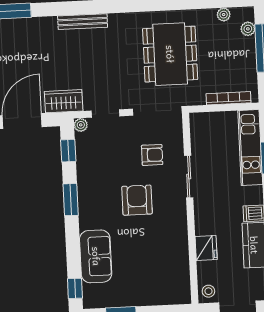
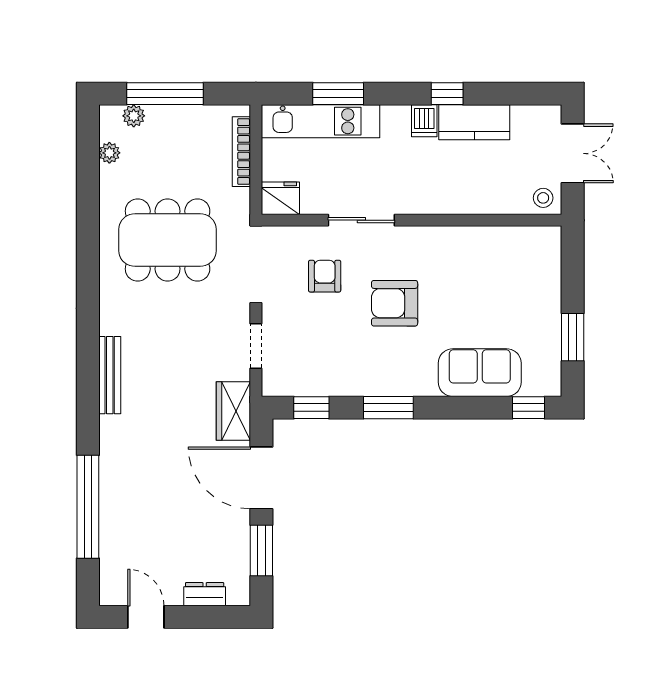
plant: (81, 125) -> (272, 386), removed
fridge: (206, 248) -> (280, 198), moved

